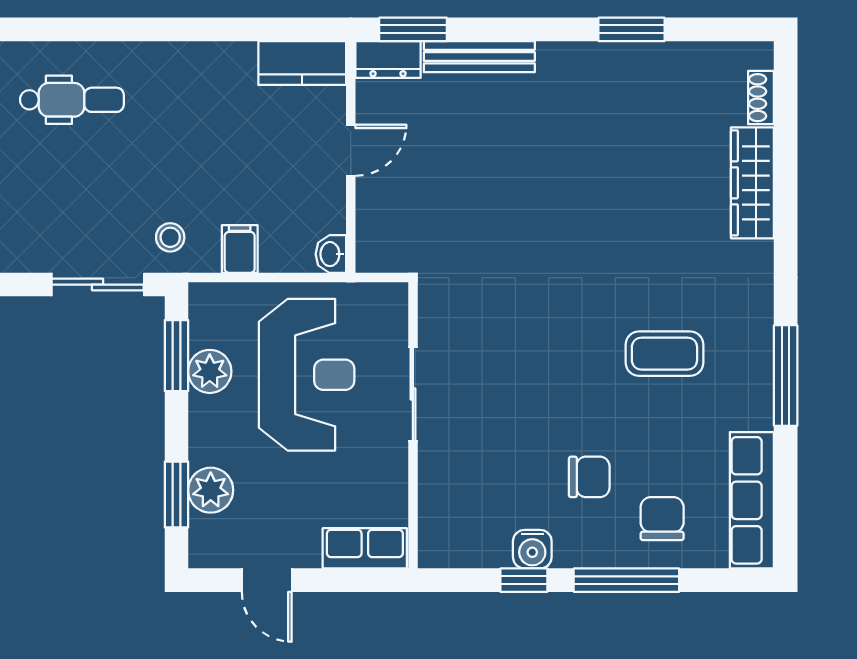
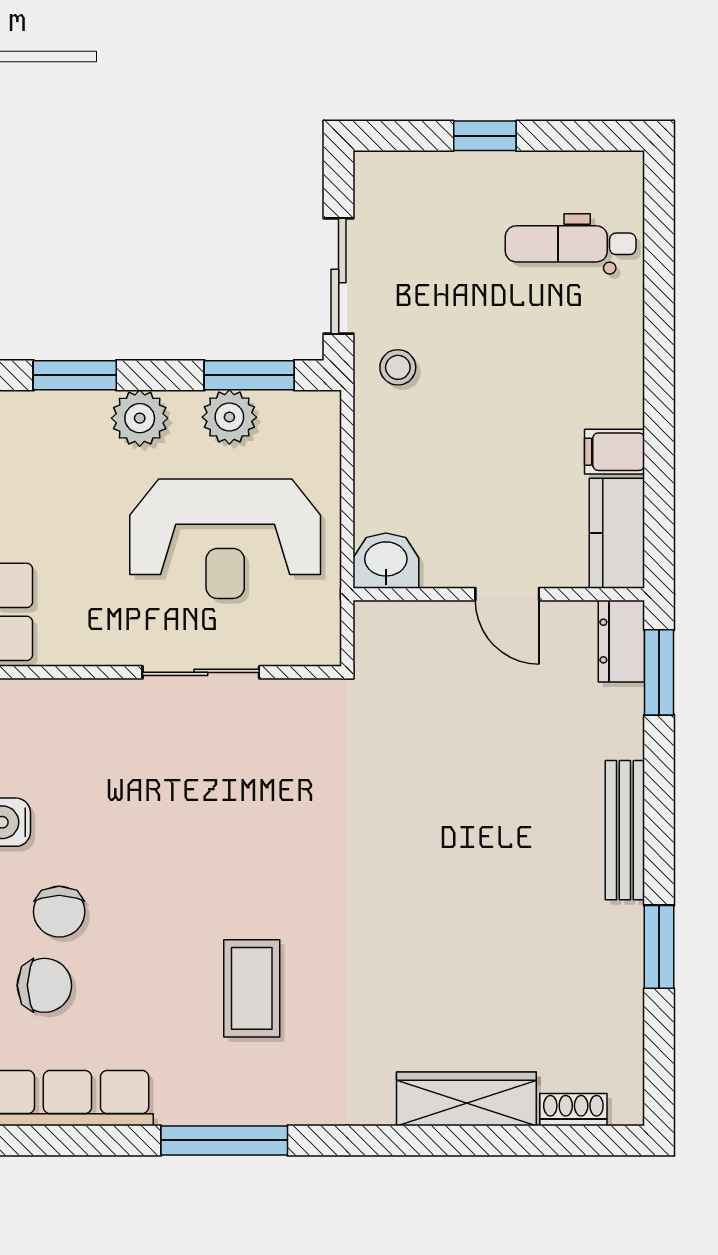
bench: (479, 57) -> (625, 830), moved
dental chair: (72, 100) -> (571, 244), turned 90
filing cabinet: (240, 249) -> (614, 452), moved, turned 180
washbasin: (331, 254) -> (386, 561), width x1.38, depth x1.45
chair: (589, 477) -> (59, 912), moved
plant: (211, 490) -> (140, 418), moved

